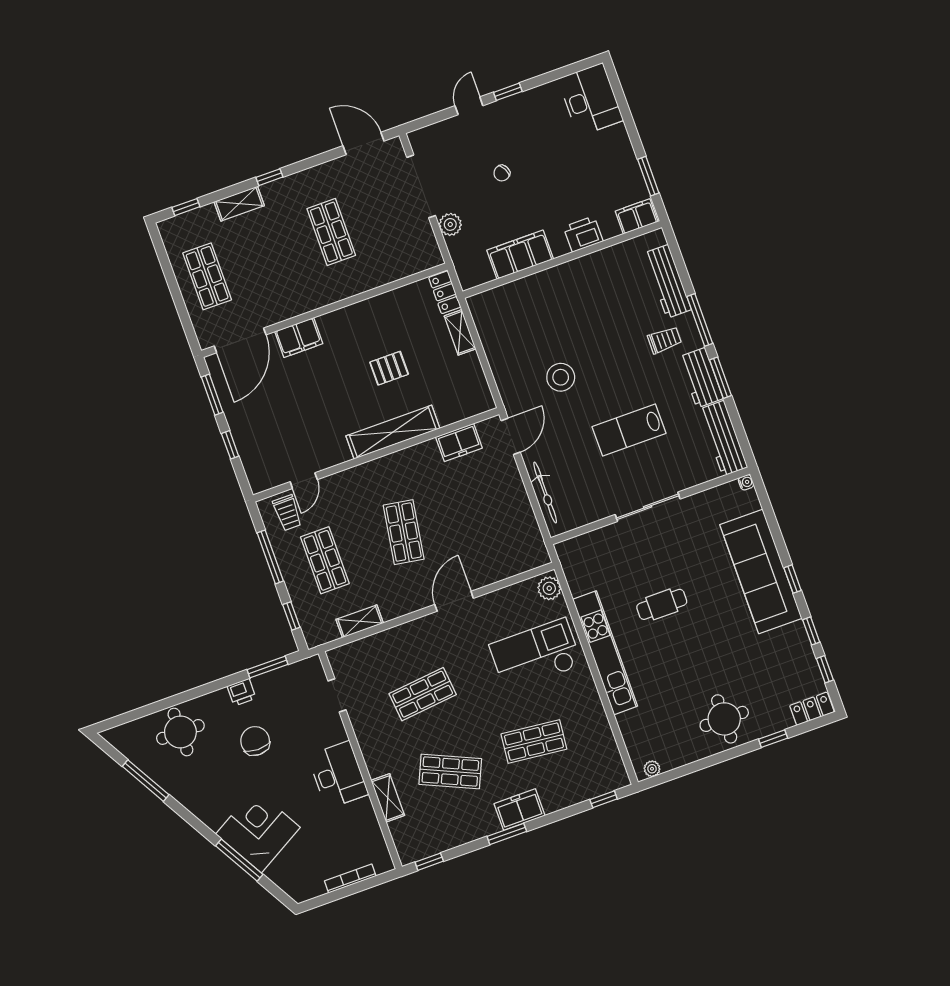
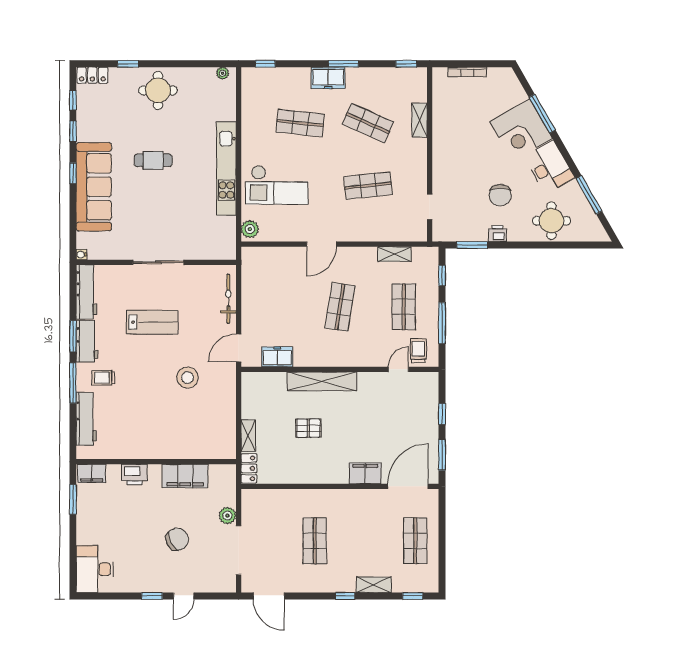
chair: (502, 173) -> (177, 539), width x1.87, depth x1.87
cafe table: (662, 604) -> (153, 160), moved
desk: (338, 775) -> (549, 167), moved, turned 150

